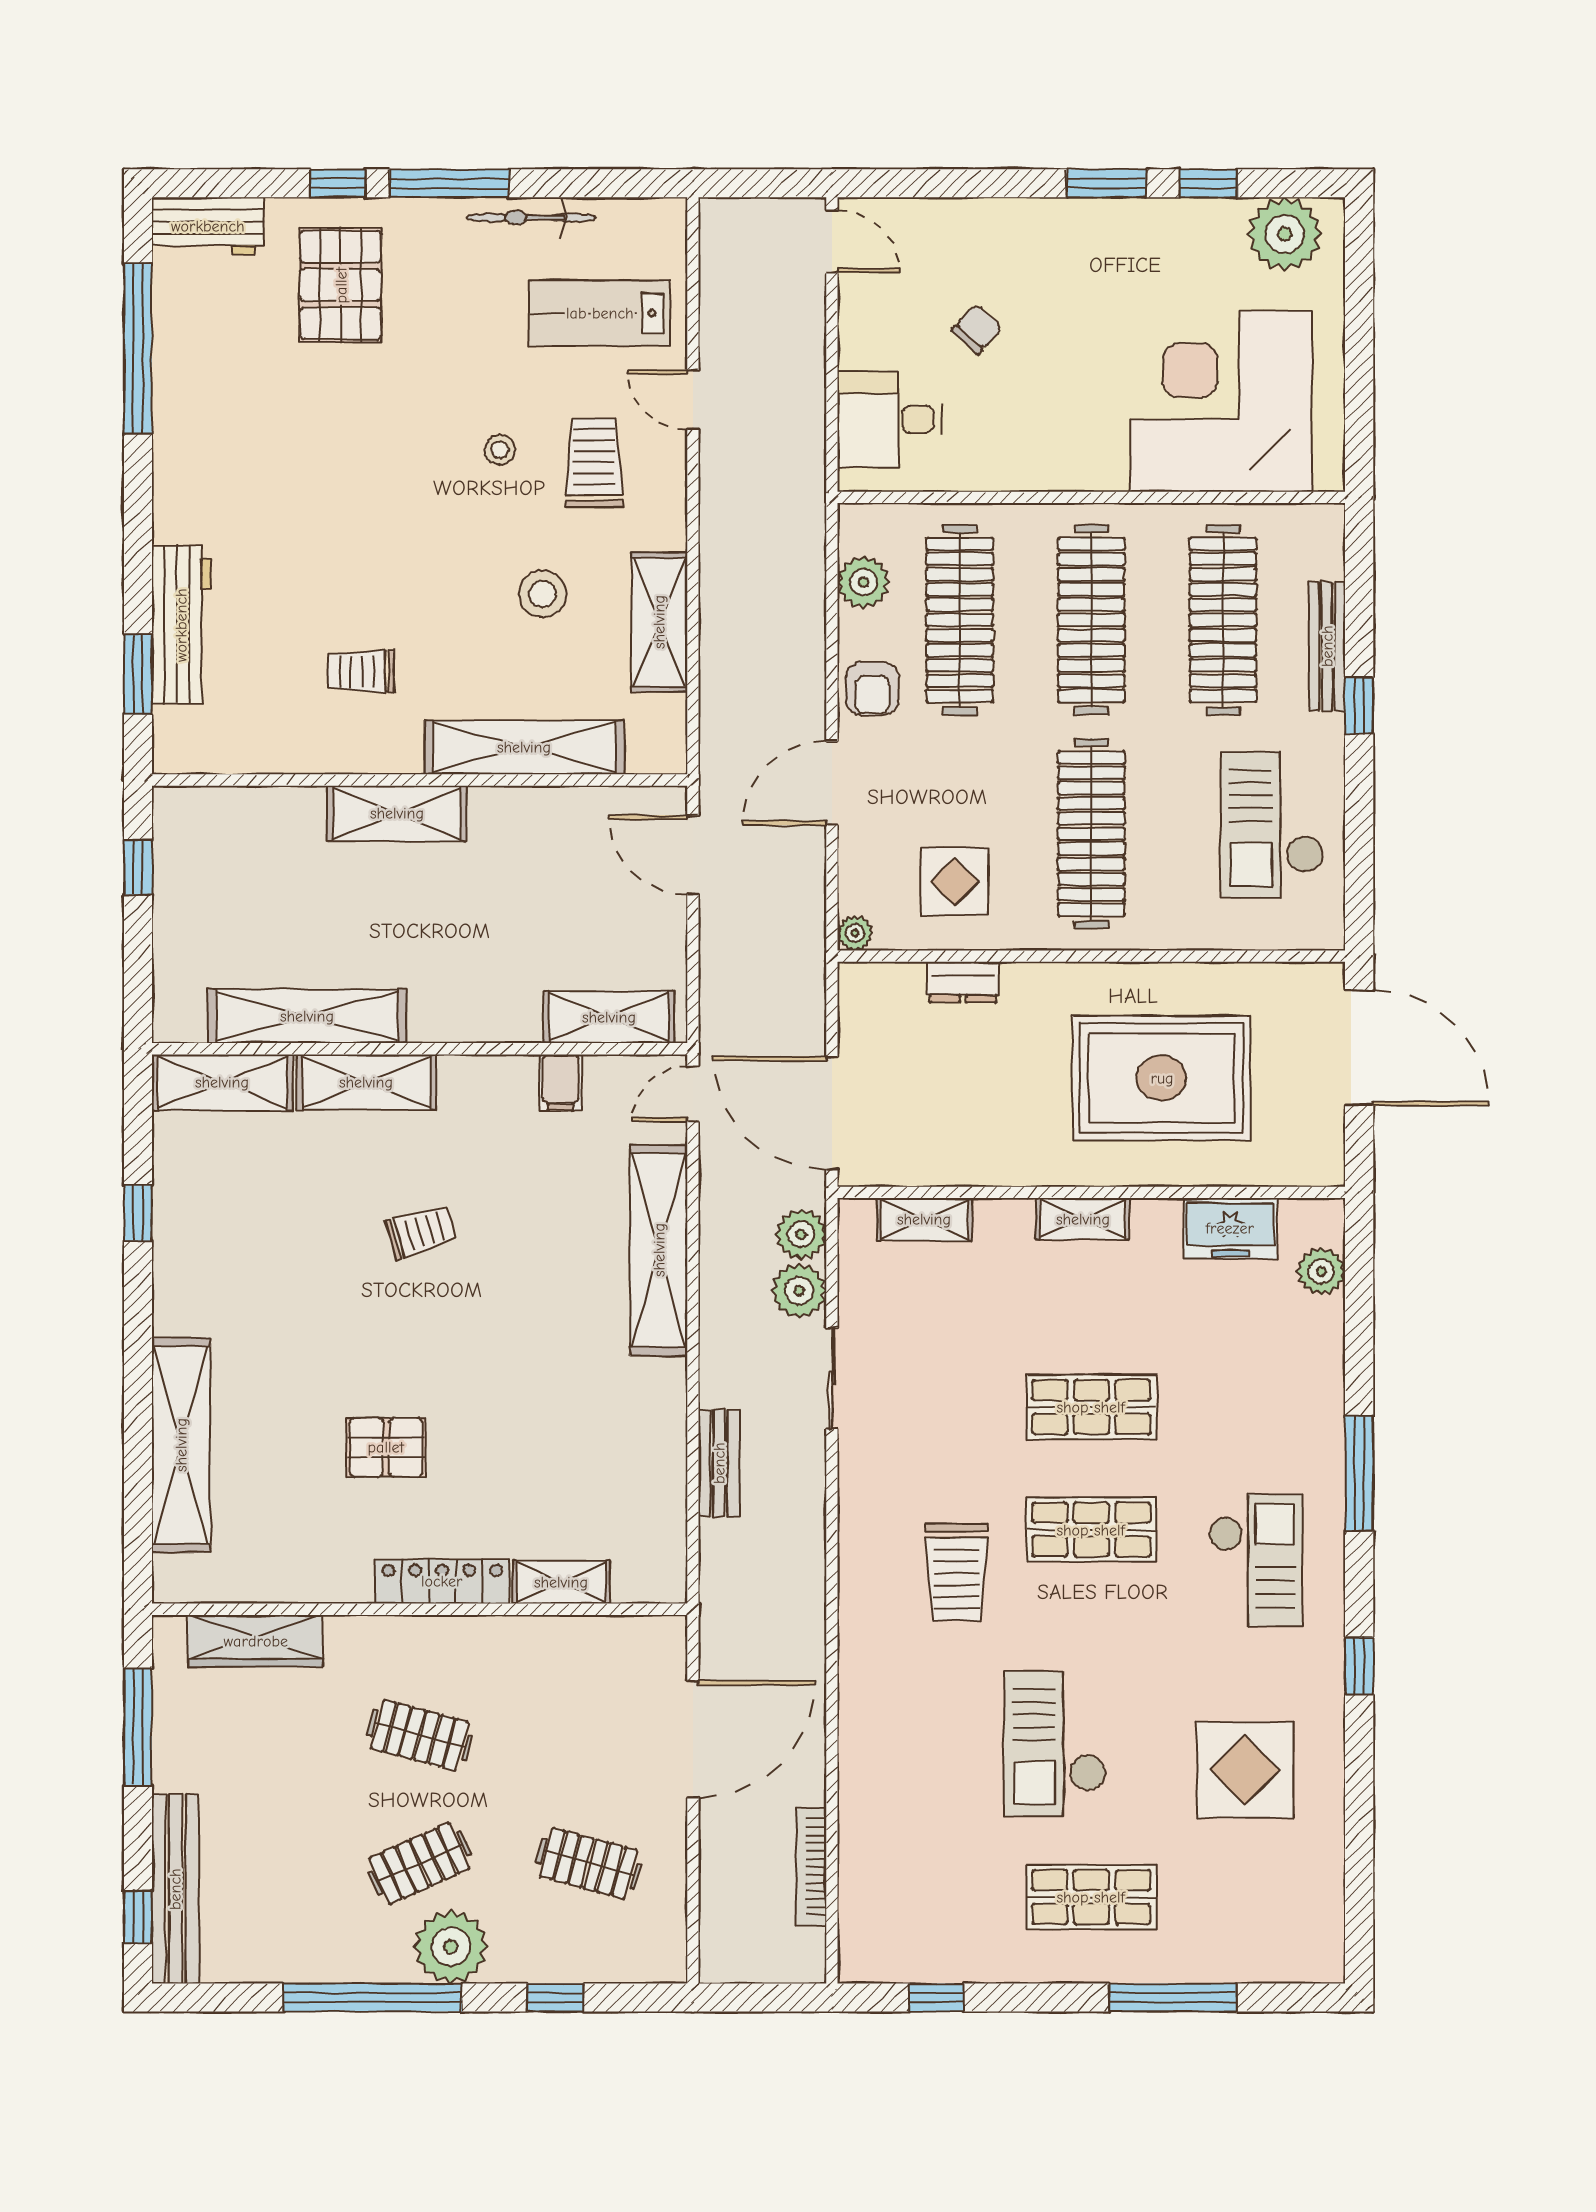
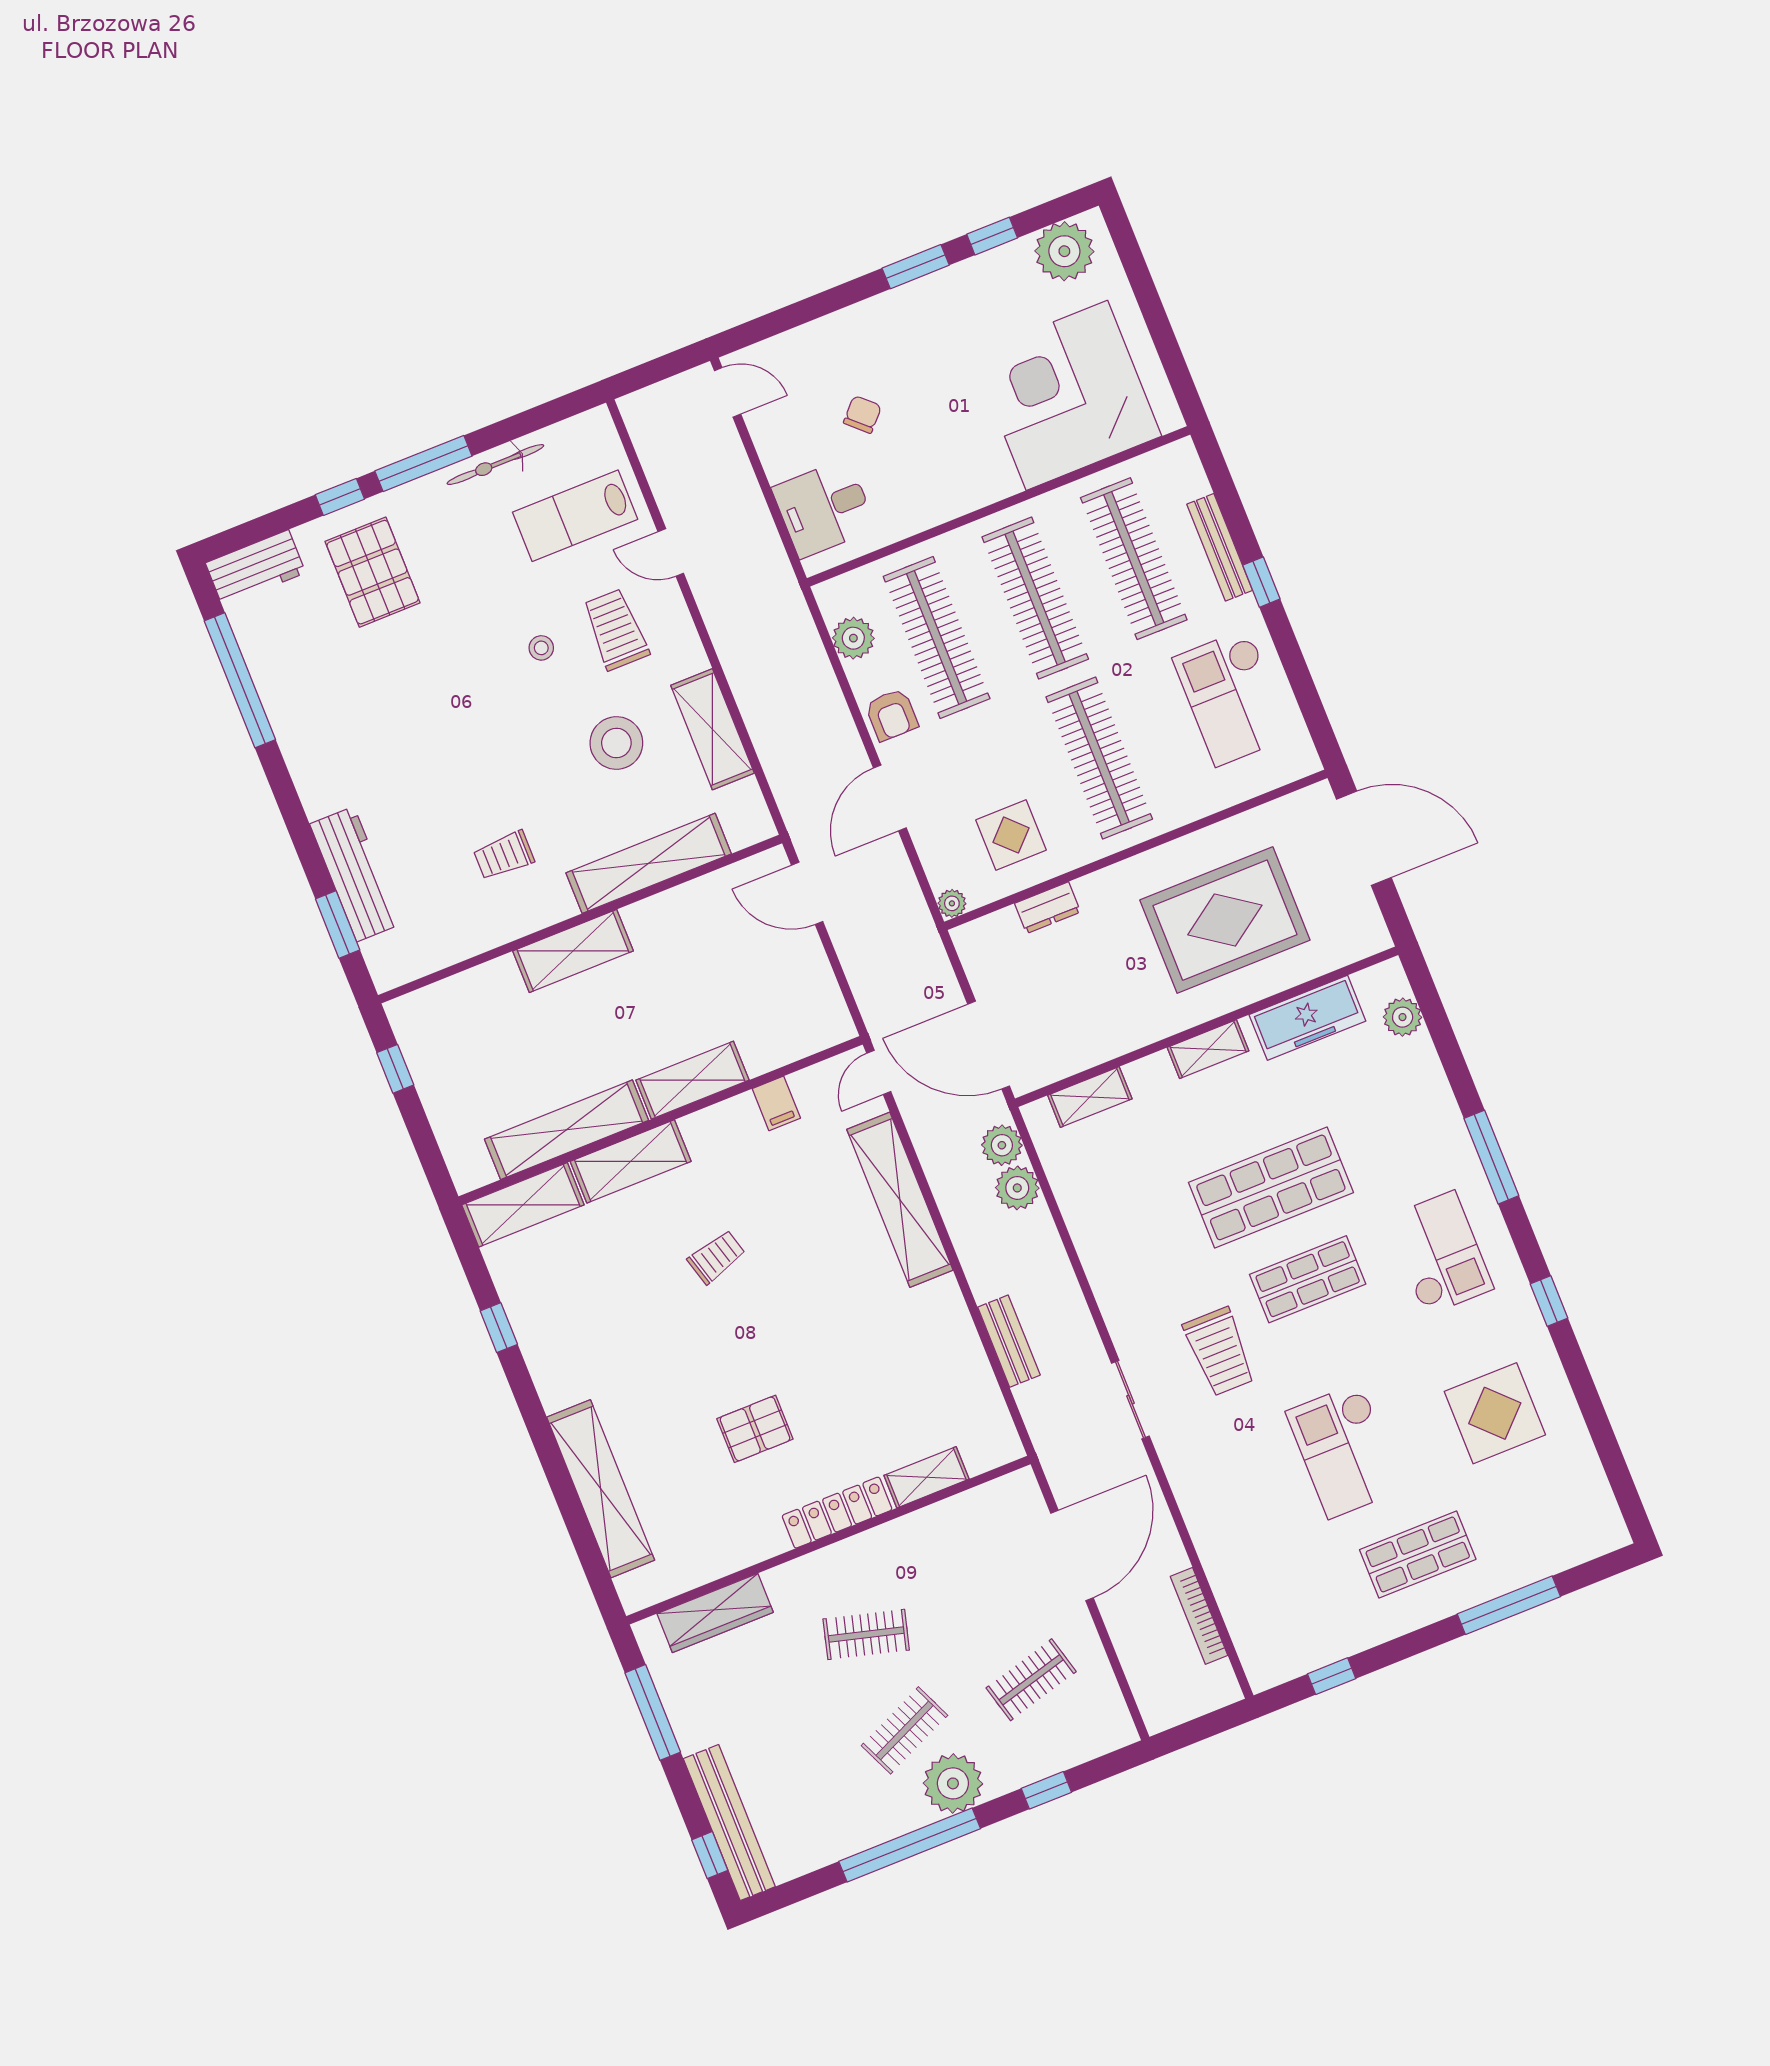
stool: (543, 594) -> (616, 743), width x1.38, depth x1.38
shelving: (609, 1017) -> (692, 1080), moved
freezer: (1230, 1228) -> (1307, 1018), width x1.40
sliding door: (832, 1378) -> (1130, 1400), moved
shop shelf: (1091, 1407) -> (1271, 1187), width x1.43, depth x1.36
clothes rail: (589, 1863) -> (1031, 1680), turned -30

